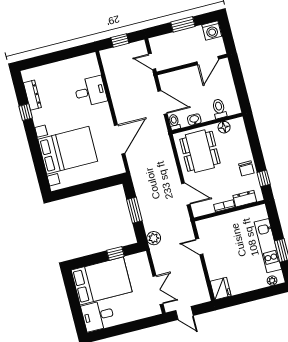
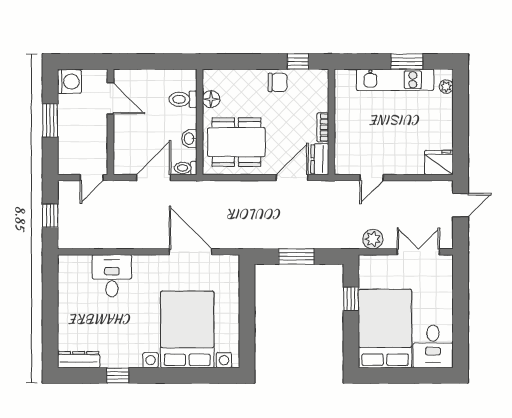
dresser: (32, 95) -> (79, 360), moved
dresser: (245, 199) -> (320, 159), moved
plant: (154, 238) -> (373, 239), moved
door: (185, 313) -> (461, 205), moved

